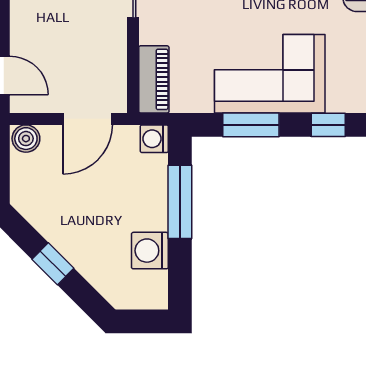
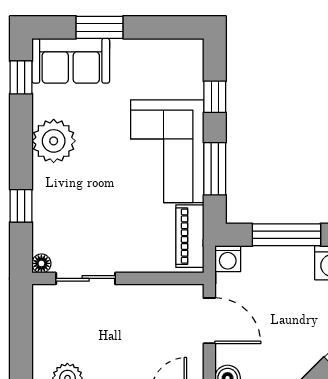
piano: (154, 79) -> (190, 236), moved, turned -90

